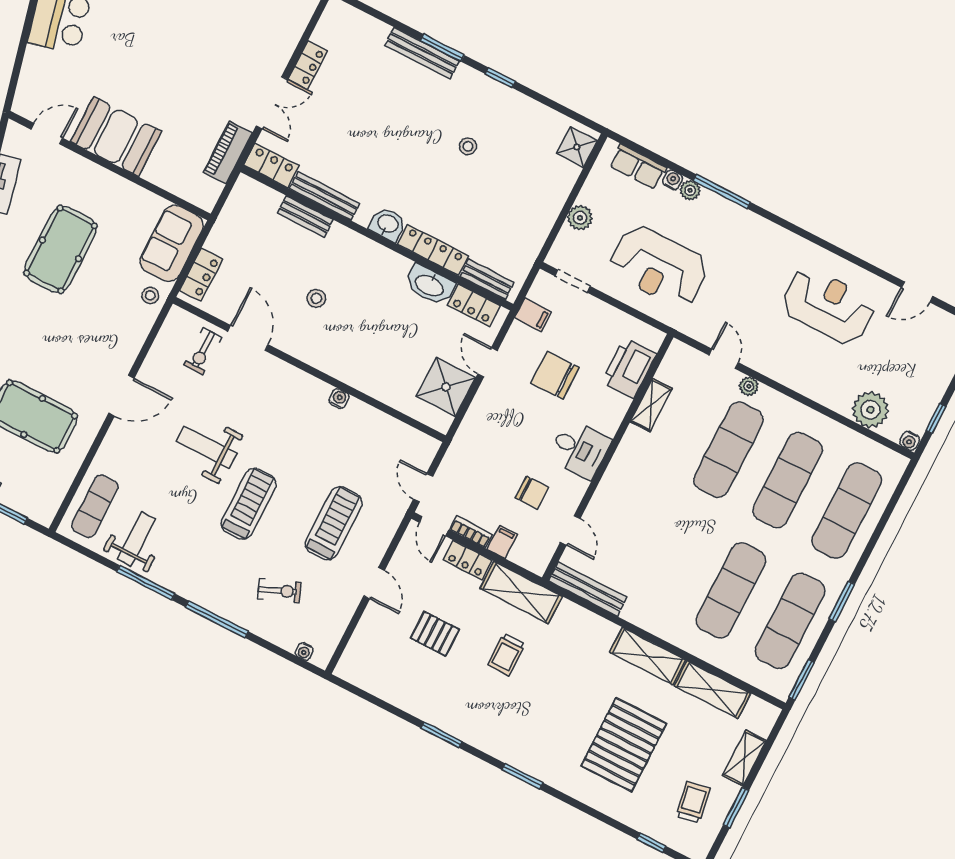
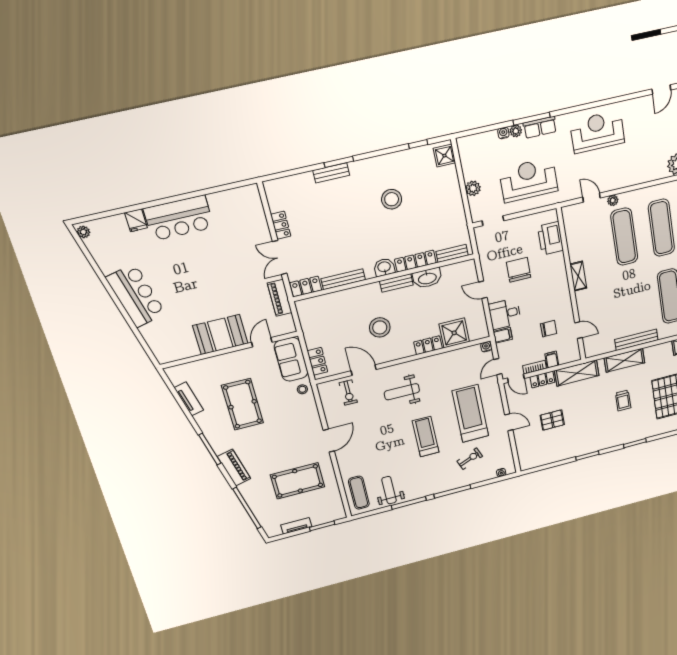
bench: (422, 53) -> (331, 173), width x0.73
window: (500, 78) -> (418, 144), moved
double door: (272, 103) -> (280, 258), swing flipped
door: (47, 134) -> (262, 342), moved
stool: (468, 146) -> (392, 199), width x1.89, depth x1.89
row of seats: (638, 167) -> (540, 127), moved
bench: (305, 216) -> (396, 283), moved
reception desk: (659, 266) -> (528, 180), turned 180
stool: (316, 298) -> (380, 327), width x1.89, depth x1.89
locker: (474, 305) -> (428, 345), moved, turned 180
reception desk: (828, 306) -> (597, 132), moved
filing cabinet: (533, 315) -> (503, 335), moved
chair: (555, 375) -> (519, 270), turned 90
shower: (446, 387) -> (454, 333), moved
water cooler: (339, 399) -> (486, 347), moved
shelving: (651, 405) -> (578, 276), moved
weight bench: (207, 447) -> (402, 392), moved
desk: (579, 449) -> (505, 314), moved, turned 180
door: (423, 488) -> (498, 367), hinge flipped
treadmill: (334, 523) -> (470, 413), width x1.37, depth x1.38
bench: (588, 589) -> (636, 340), moved
trolley: (506, 655) -> (623, 400), moved
shelving: (647, 656) -> (624, 360), moved

